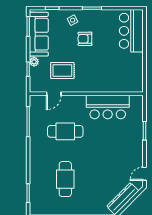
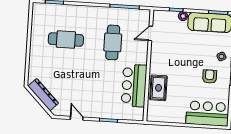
armchair: (85, 39) -> (210, 77), moved
rug: (62, 71) -> (158, 88), moved
door: (54, 94) -> (150, 33), hinge flipped
door: (144, 174) -> (77, 118), moved

